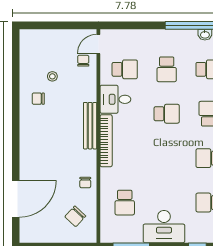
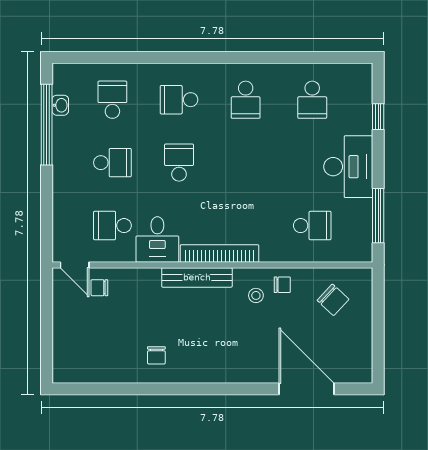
school desk: (125, 69) -> (112, 226), turned -90
stool: (52, 76) -> (256, 295), moved

